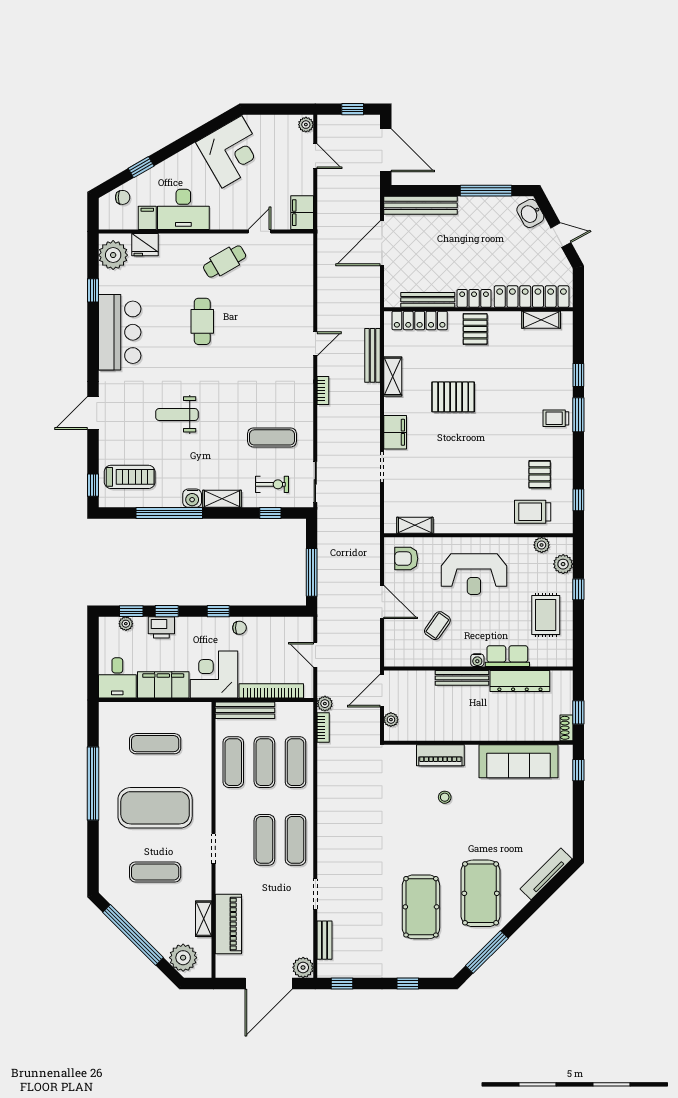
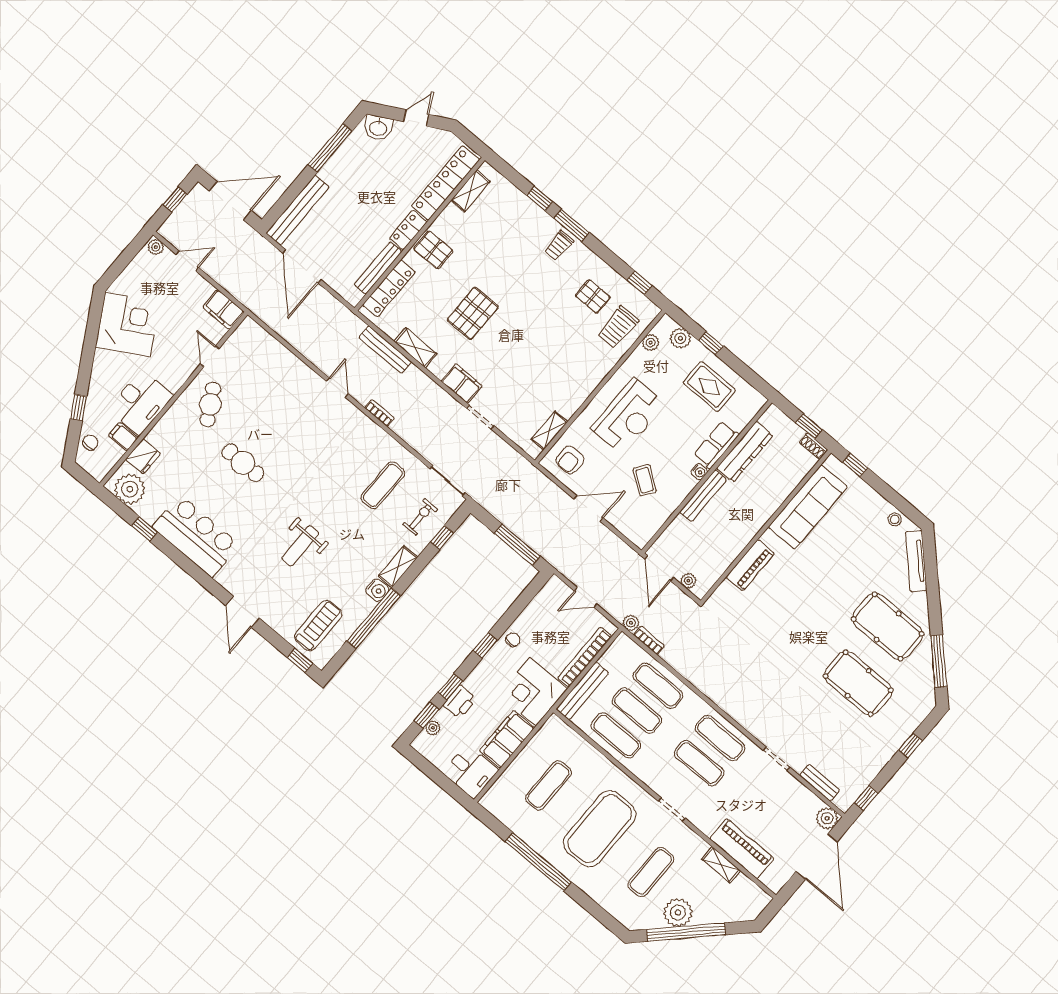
stool: (445, 797) -> (895, 519), moved
plant: (183, 958) -> (678, 913), moved

